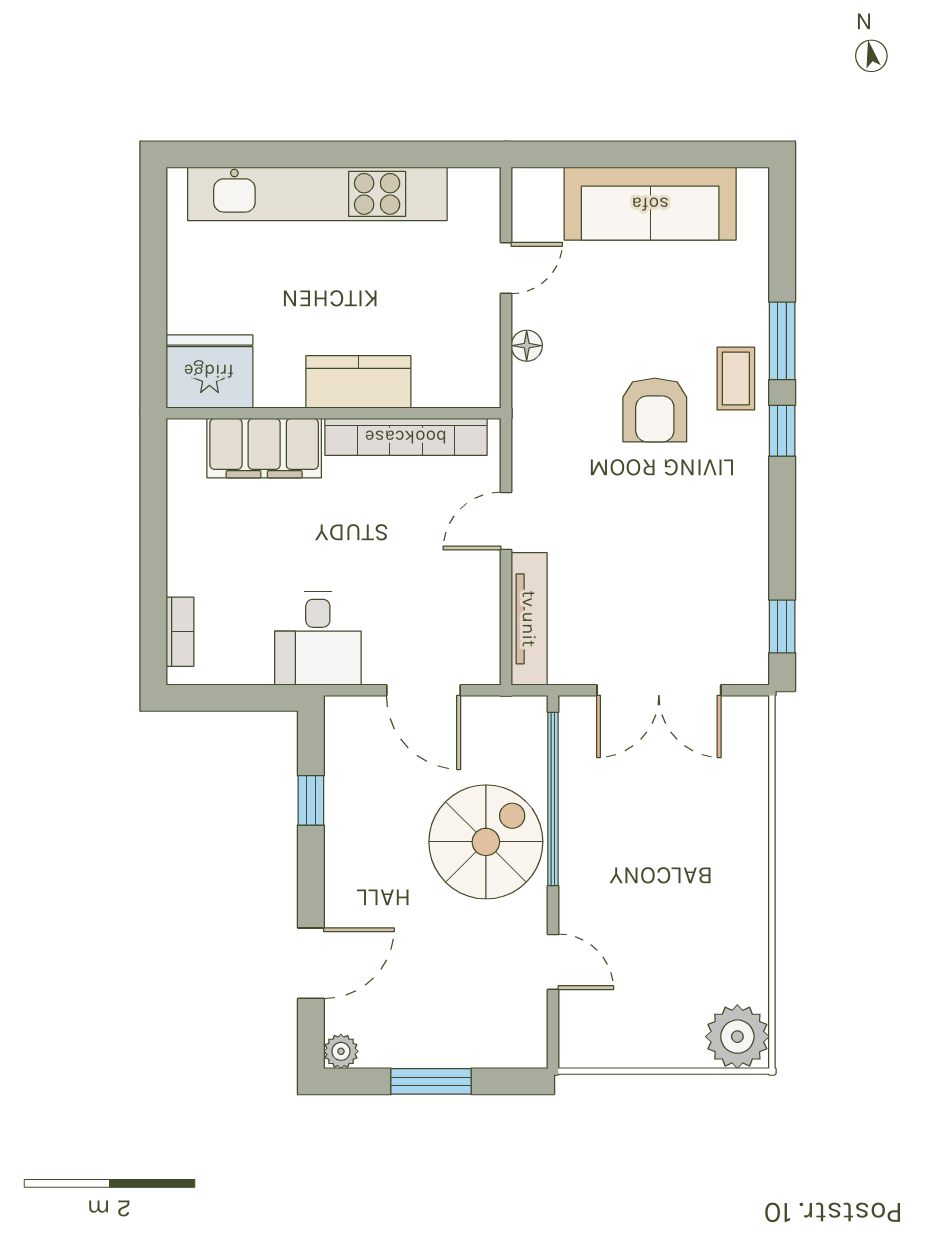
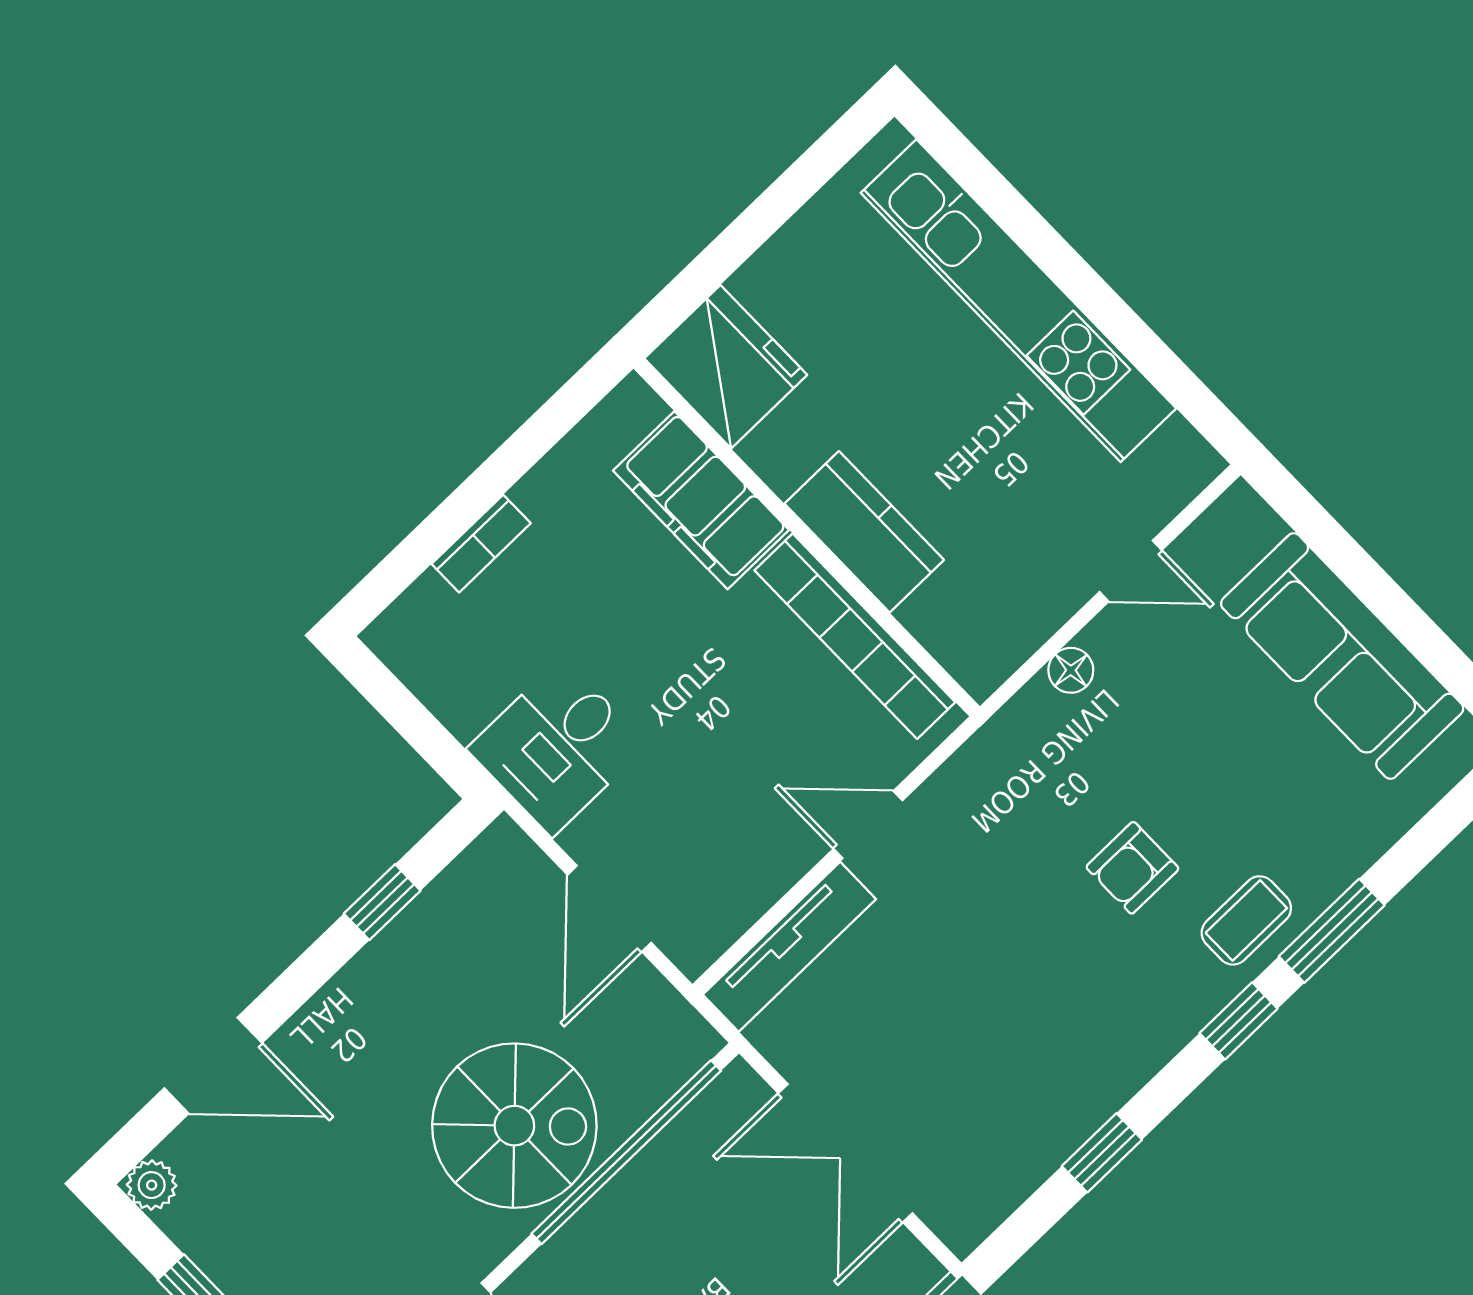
armchair: (655, 410) -> (1132, 868), width x0.72, depth x0.72
window: (782, 627) -> (1102, 1153), moved
bookcase: (180, 632) -> (481, 544), moved

